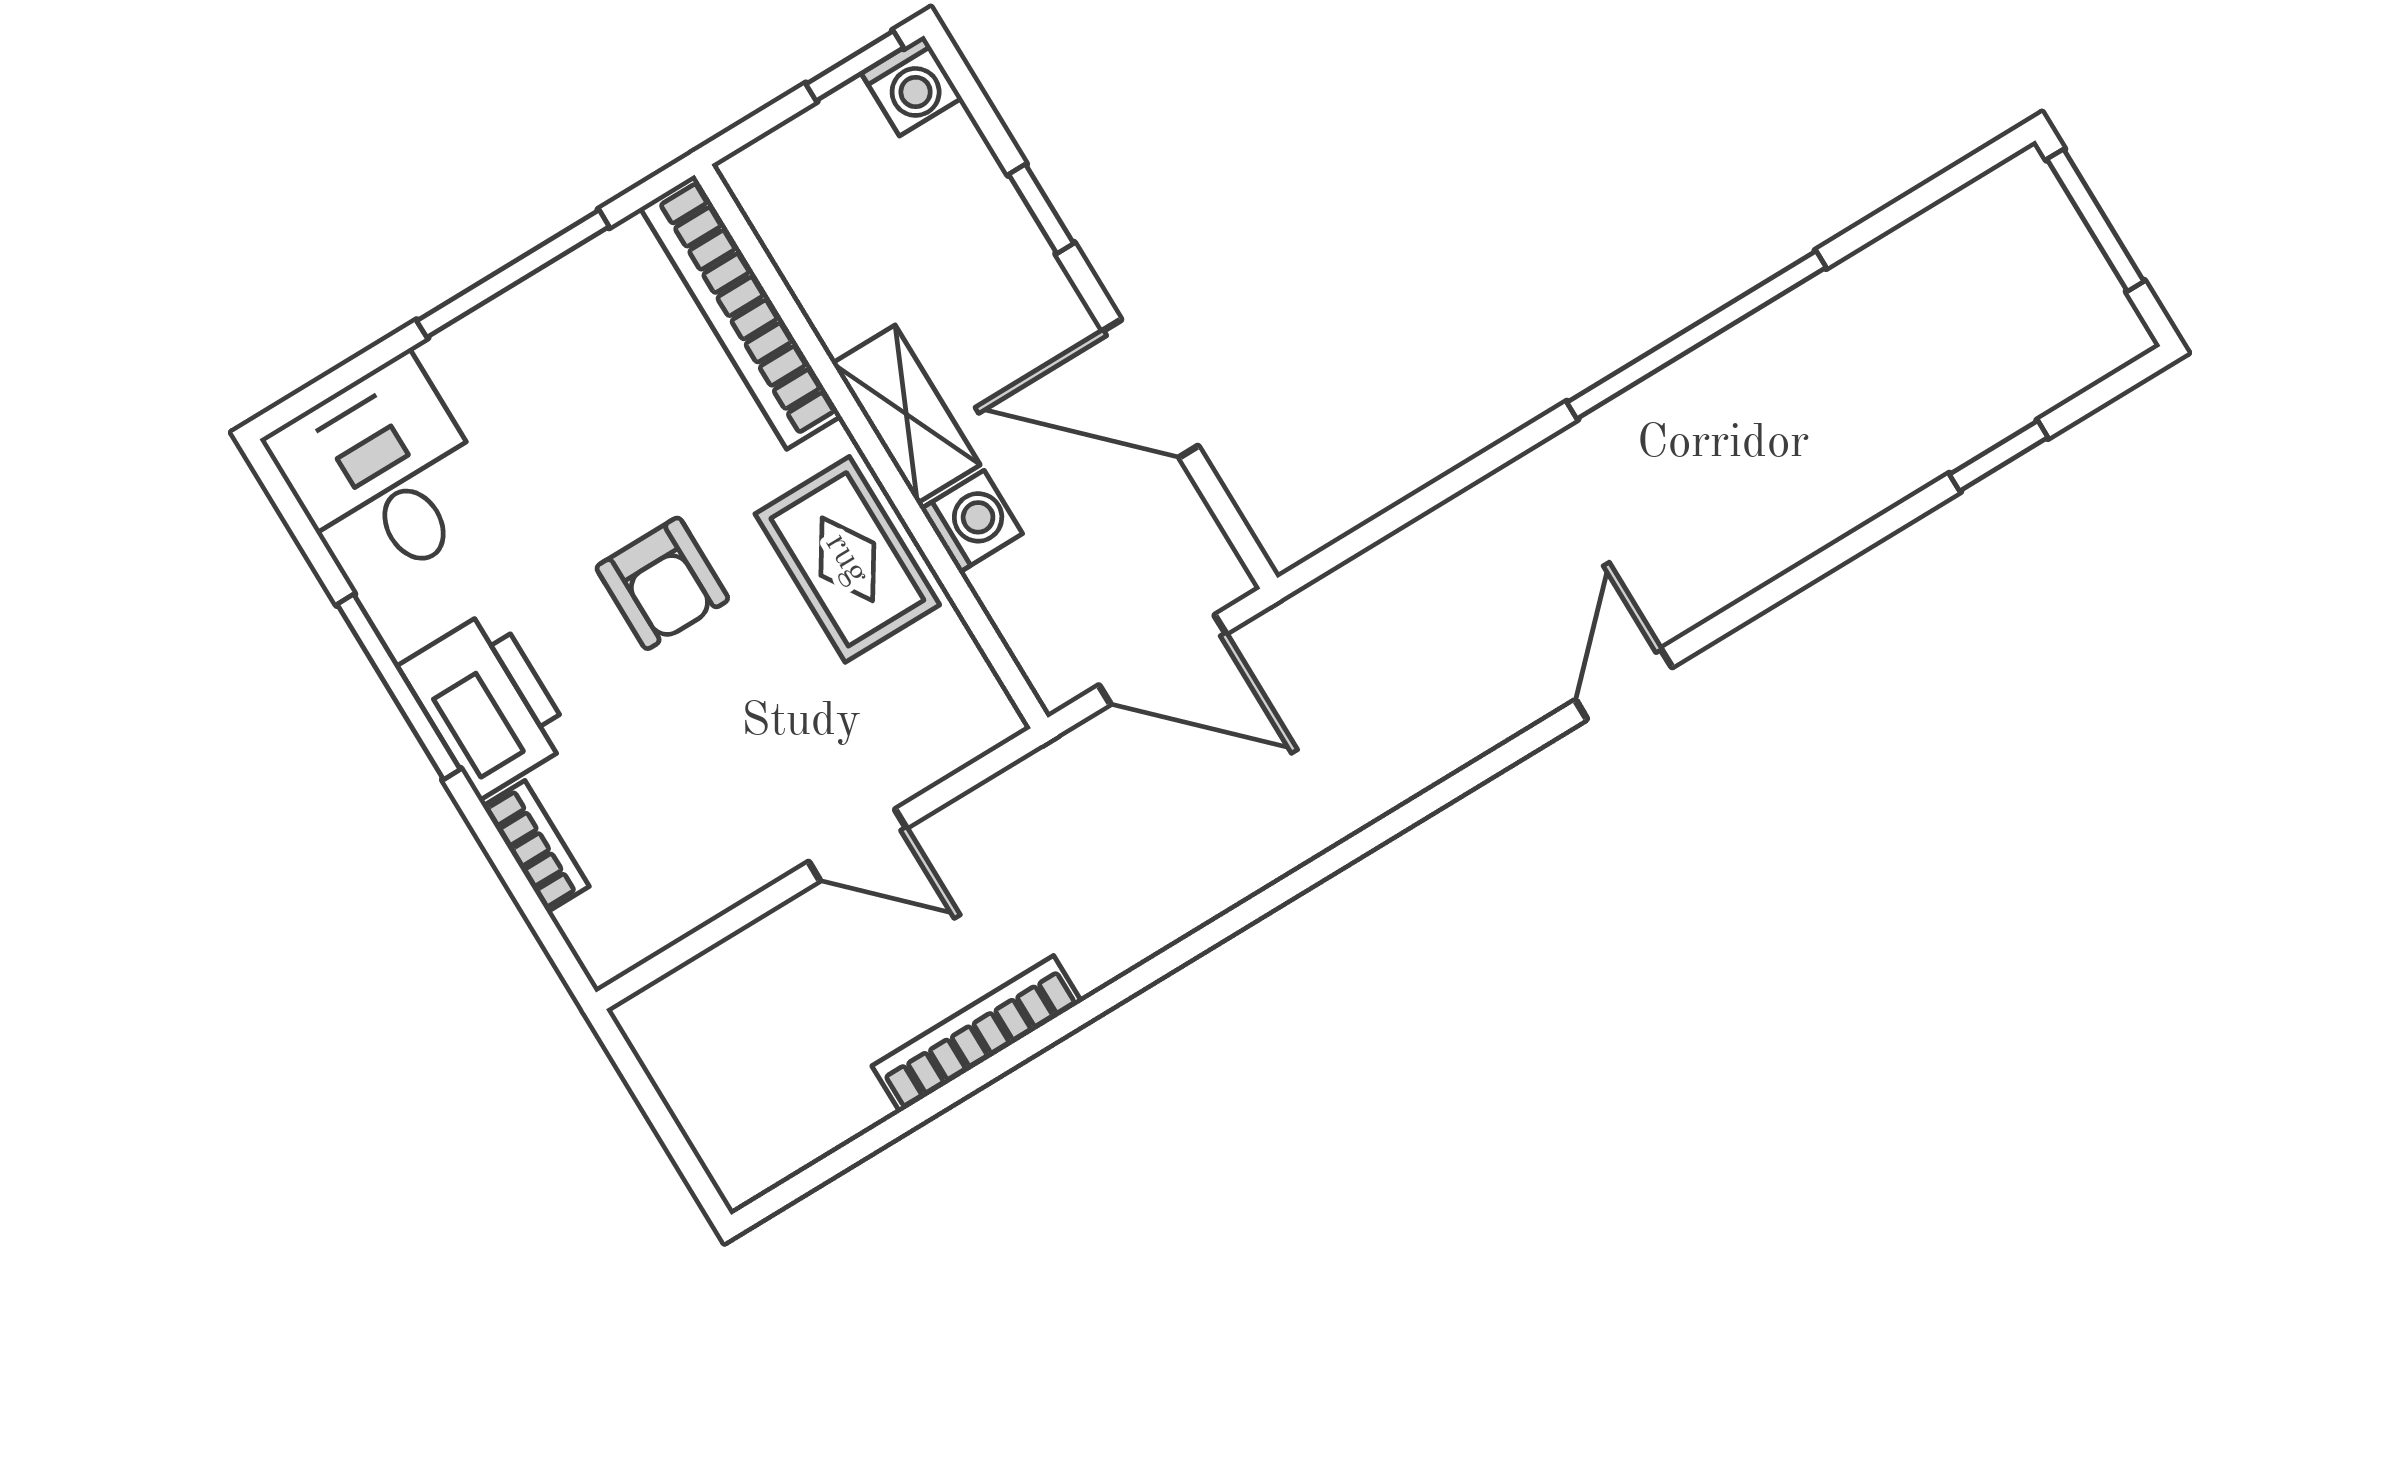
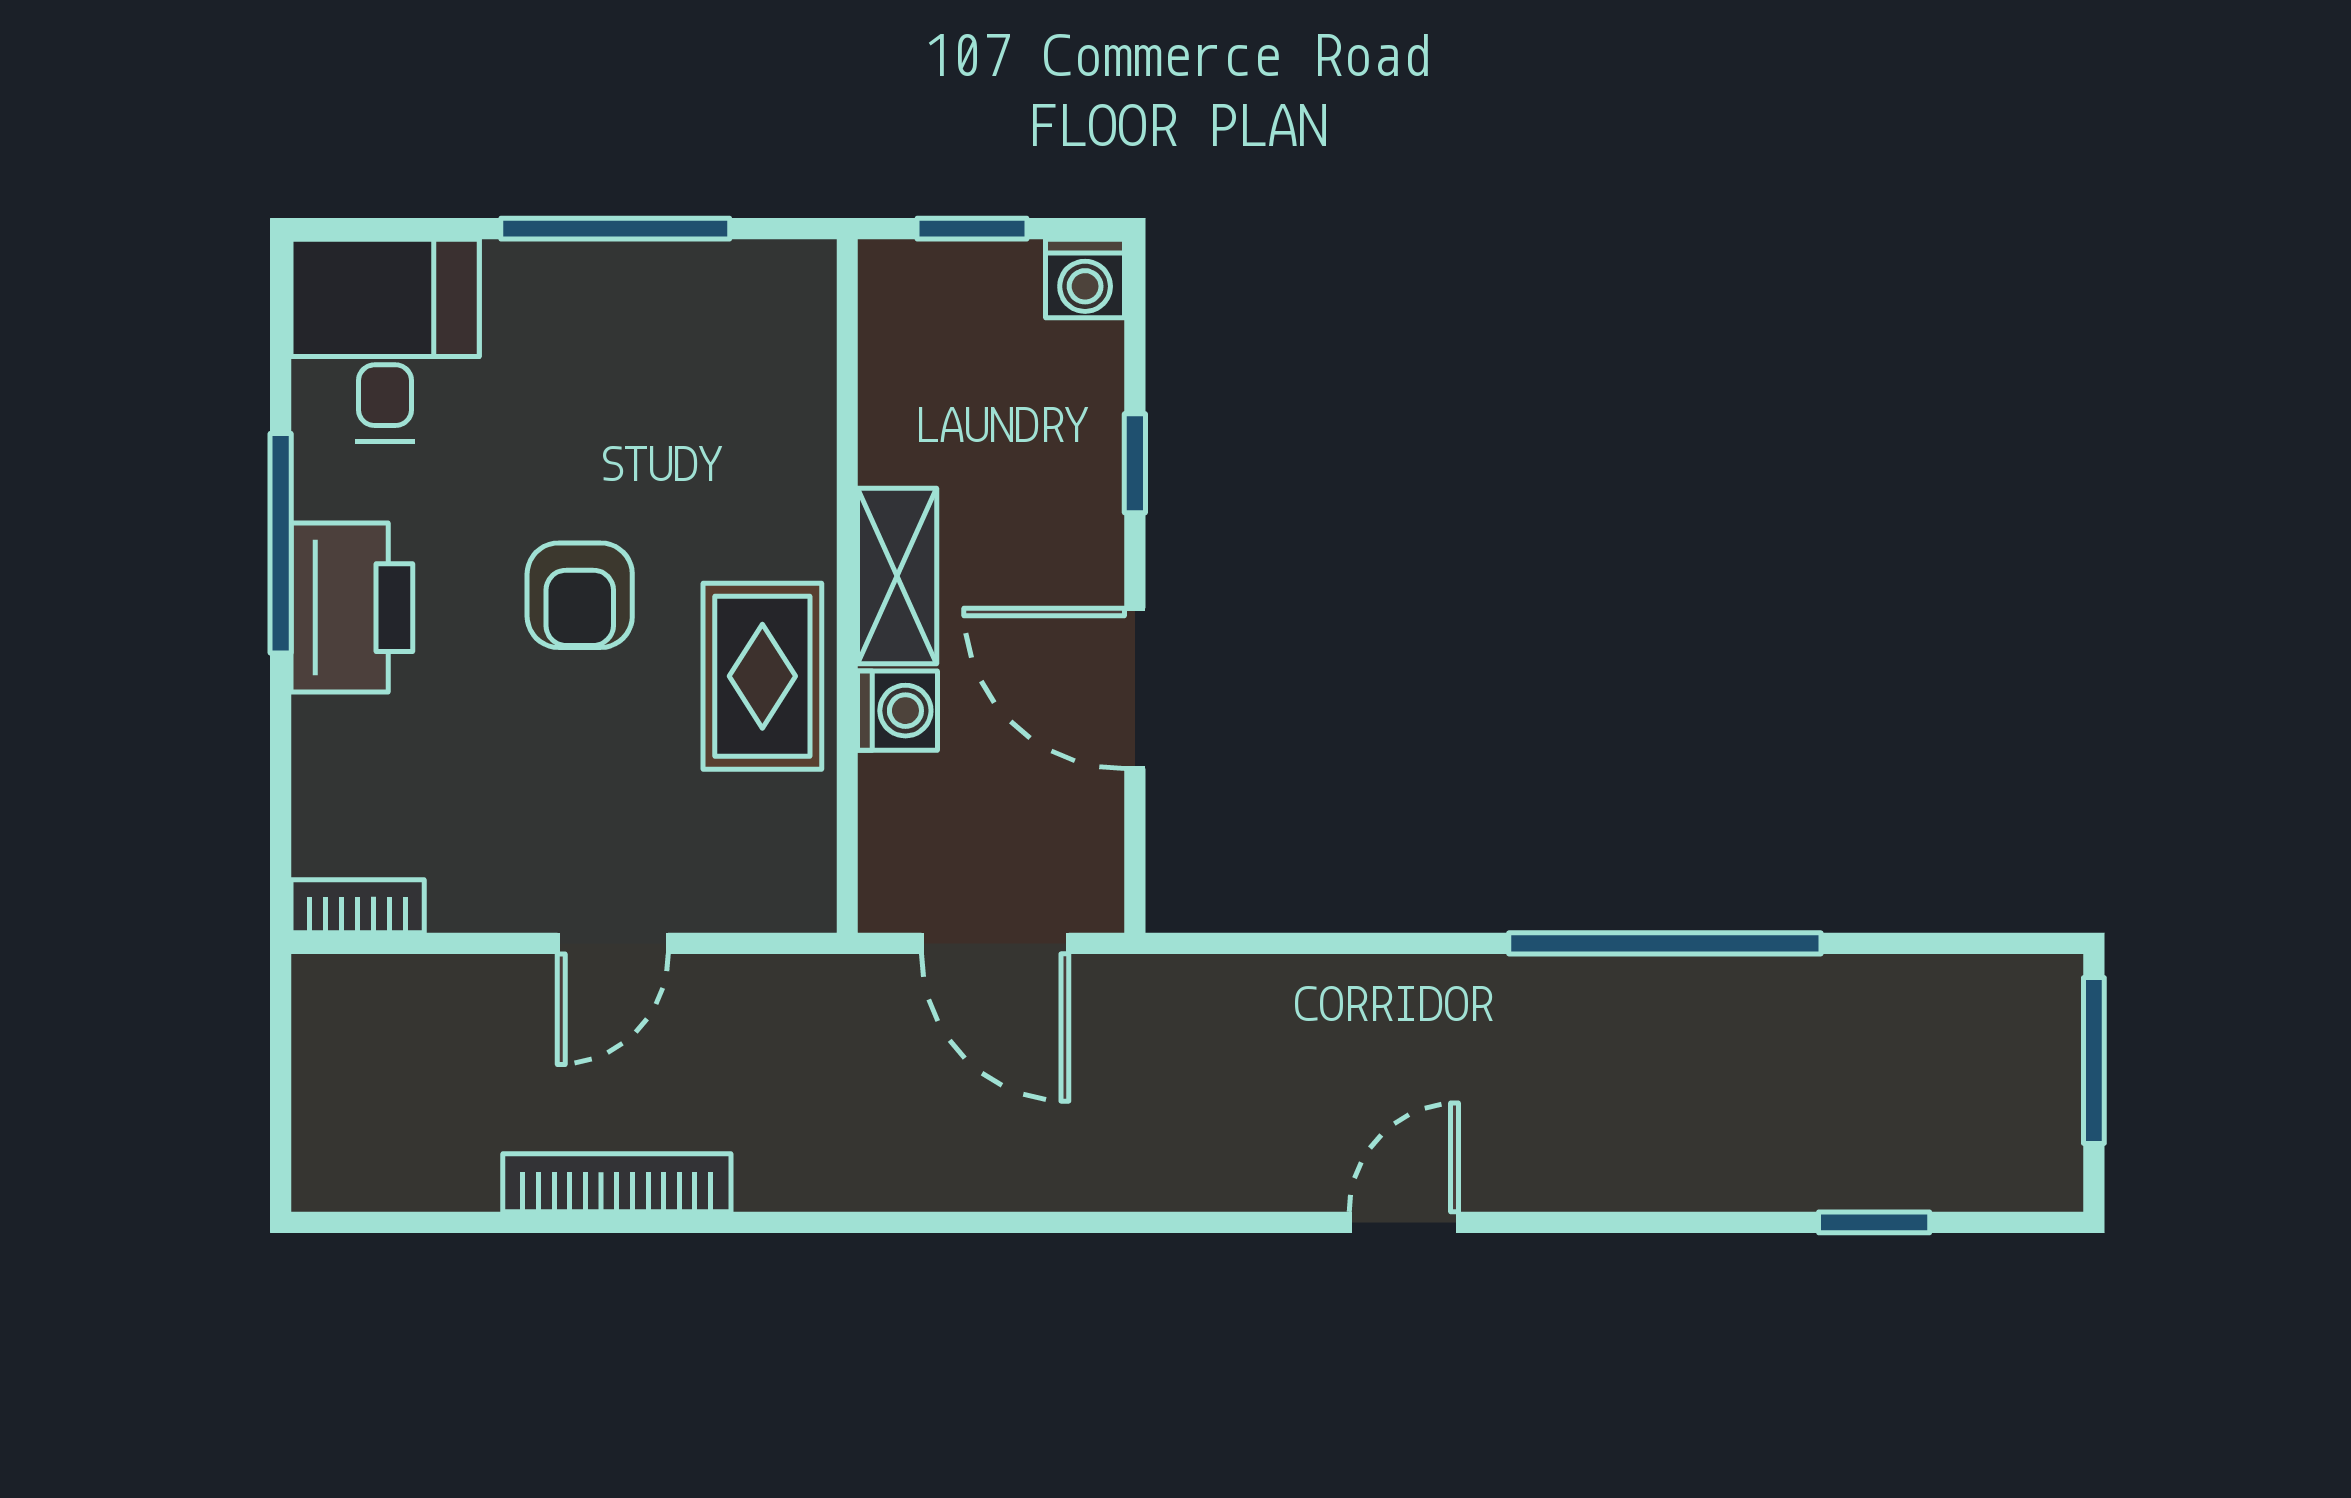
window: (855, 66) -> (972, 229), moved
bookcase: (741, 312) -> (802, 390), removed
door: (858, 845) -> (613, 943), hinge flipped
bookcase: (536, 846) -> (358, 906), moved, turned -90

